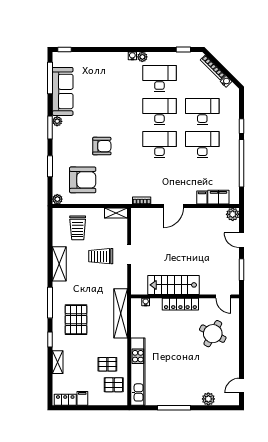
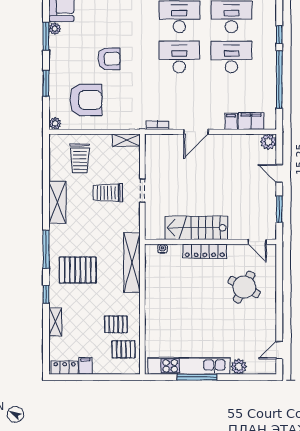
pallet: (76, 320) -> (78, 270), turned 90
kitchen unit: (138, 372) -> (189, 366), moved, turned -90

